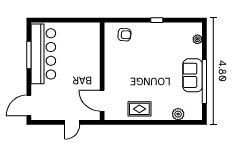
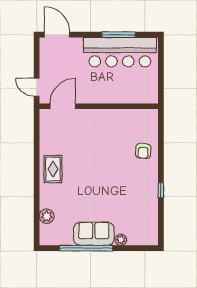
plant: (197, 39) -> (121, 240), moved
wall: (102, 71) -> (99, 106), moved
door: (102, 101) -> (63, 106), moved

